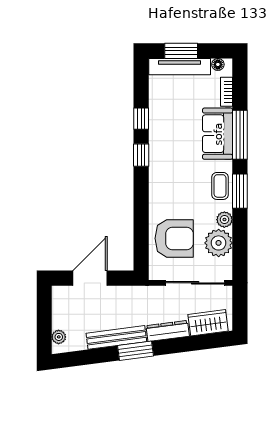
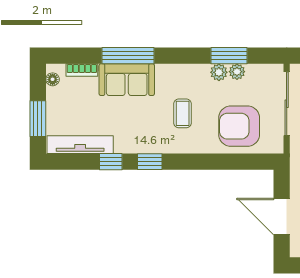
tv unit: (180, 67) -> (80, 145), moved, turned -90
coffee table: (220, 186) -> (183, 113), moved, turned 90
window: (240, 191) -> (229, 56), moved
armchair: (174, 238) -> (239, 126), turned -90
plant: (219, 243) -> (237, 72), width x0.53, depth x0.53

